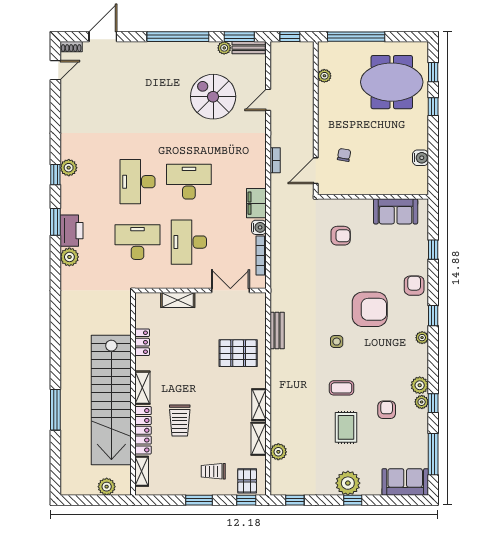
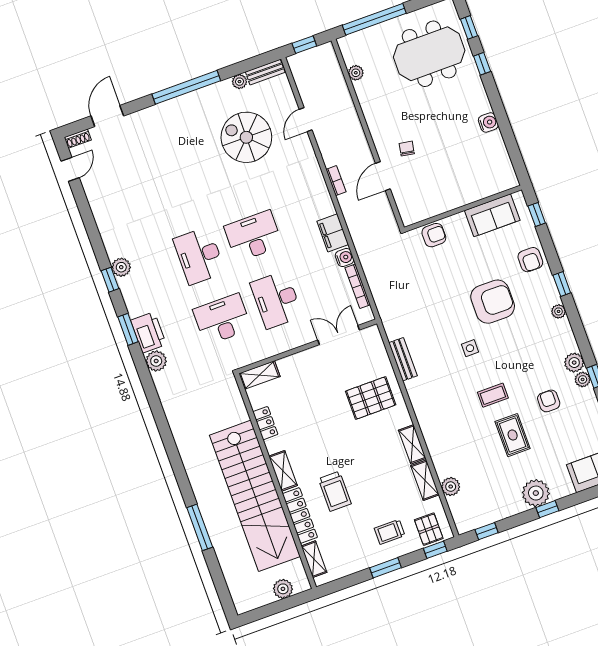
window: (239, 37) -> (251, 64), removed
wall: (373, 197) -> (463, 209), moved
sofa: (396, 211) -> (492, 215), moved
armchair: (414, 286) -> (530, 260), turned 180
shelving: (178, 300) -> (259, 375), moved

